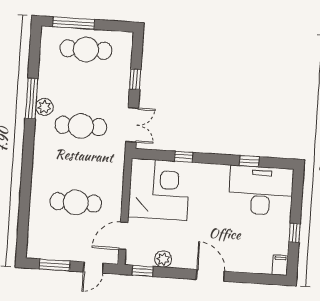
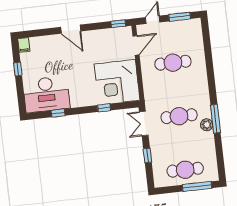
window: (32, 99) -> (216, 119), moved
plant: (163, 259) -> (105, 34), removed

